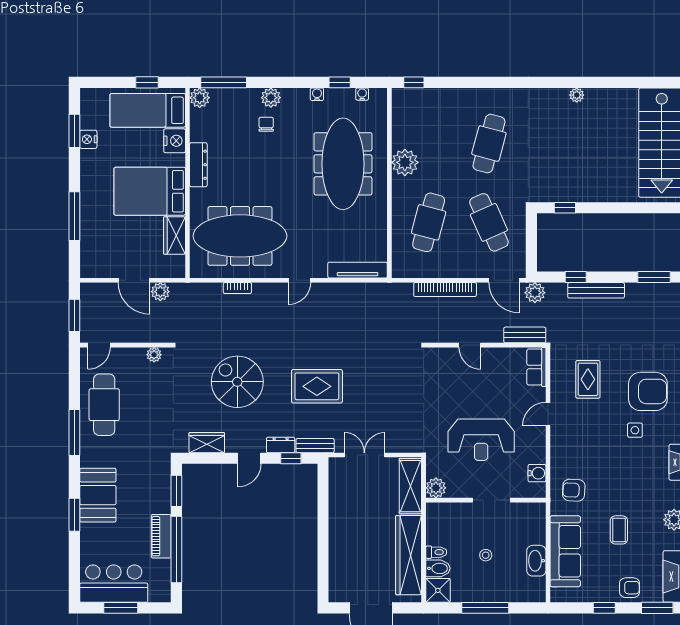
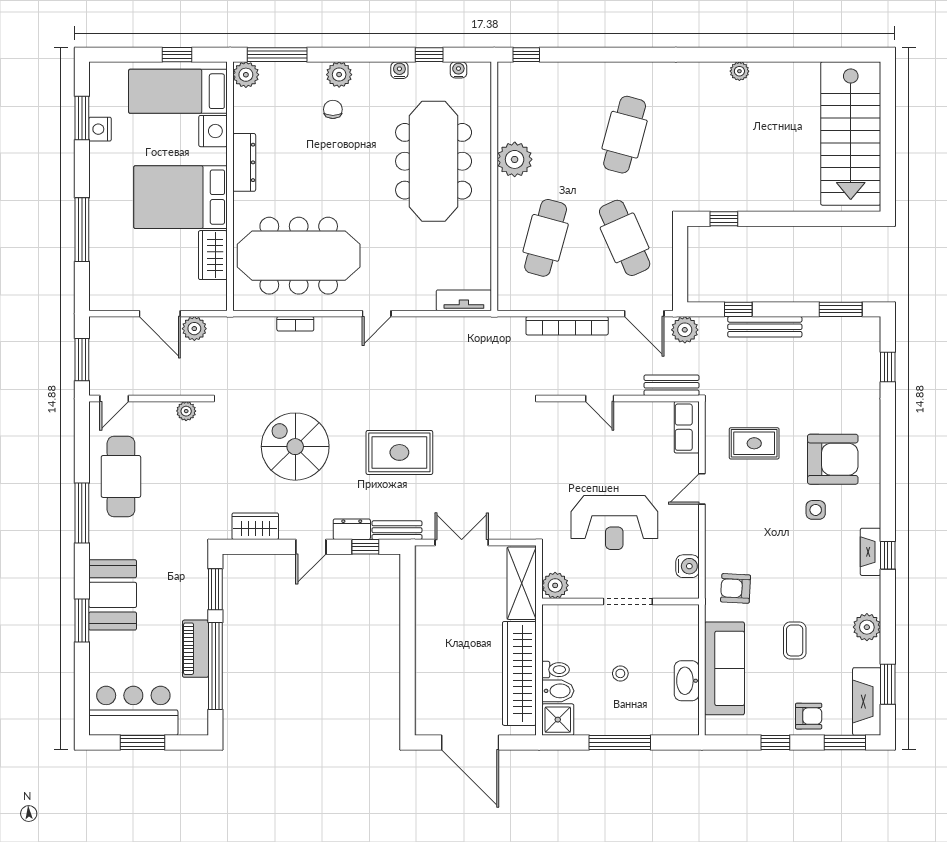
tv unit: (358, 270) -> (464, 300), width x0.71
rug: (588, 379) -> (754, 443), turned 90

